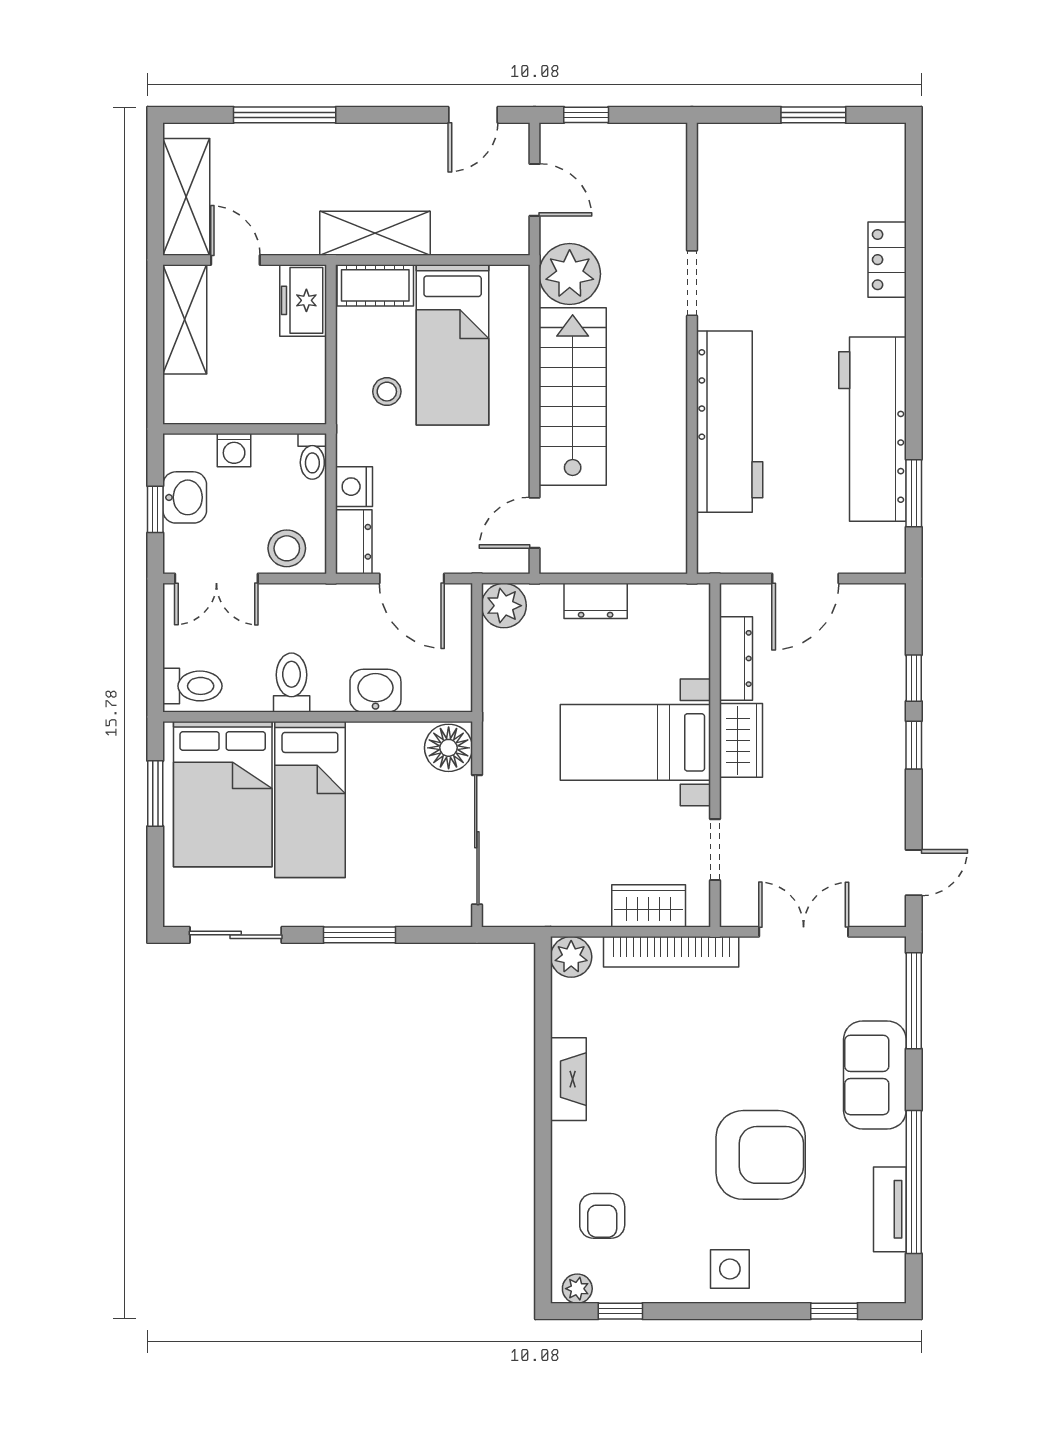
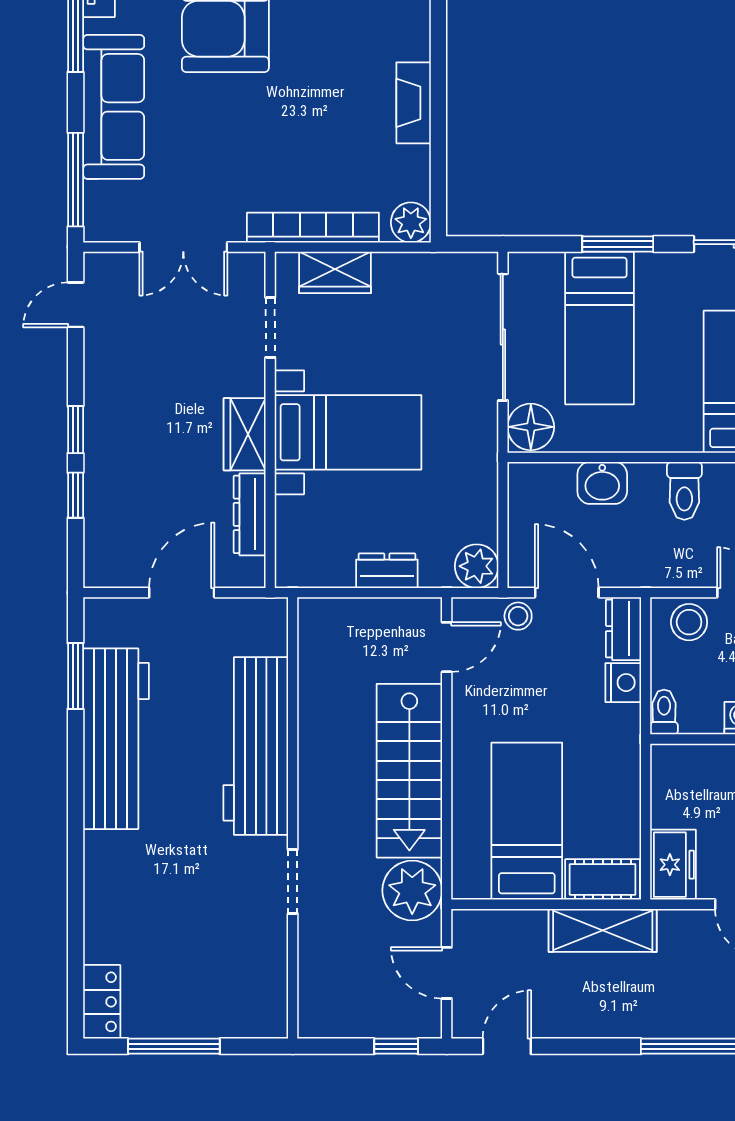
window: (813, 115) -> (174, 1046), width x1.44
locker: (887, 260) -> (102, 1002), moved
stool: (387, 392) -> (518, 616), moved
bed: (310, 800) -> (600, 328), moved, turned 180
sofa: (875, 1075) -> (114, 107), width x1.36

